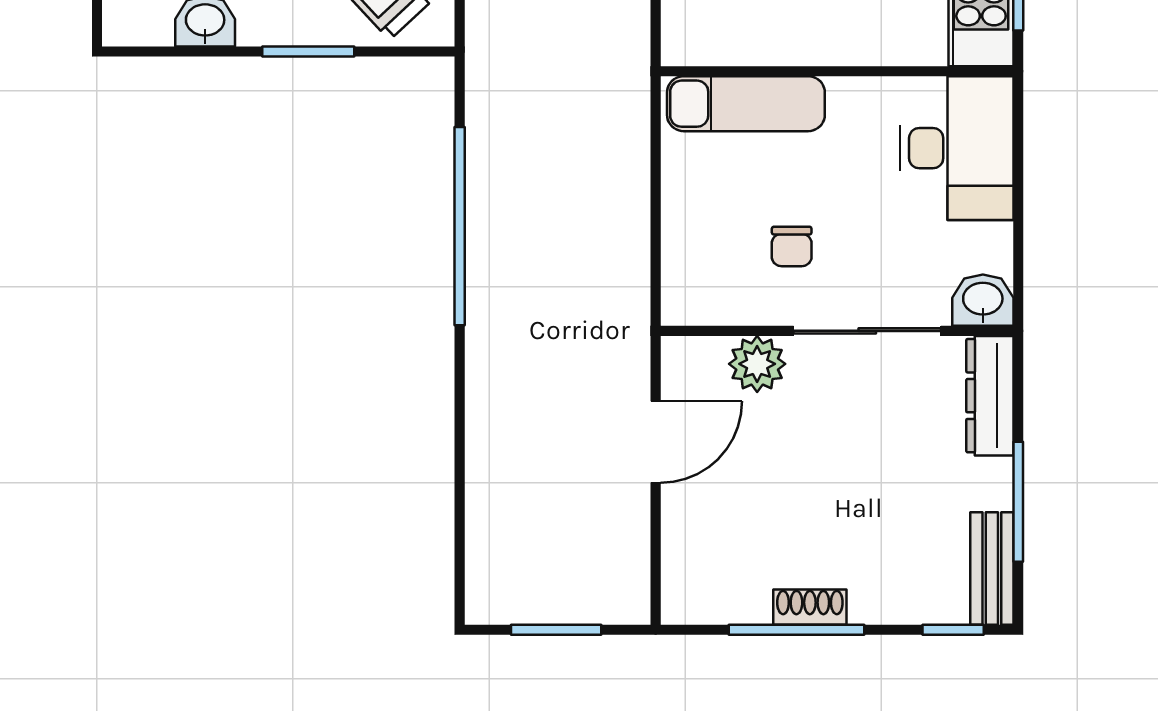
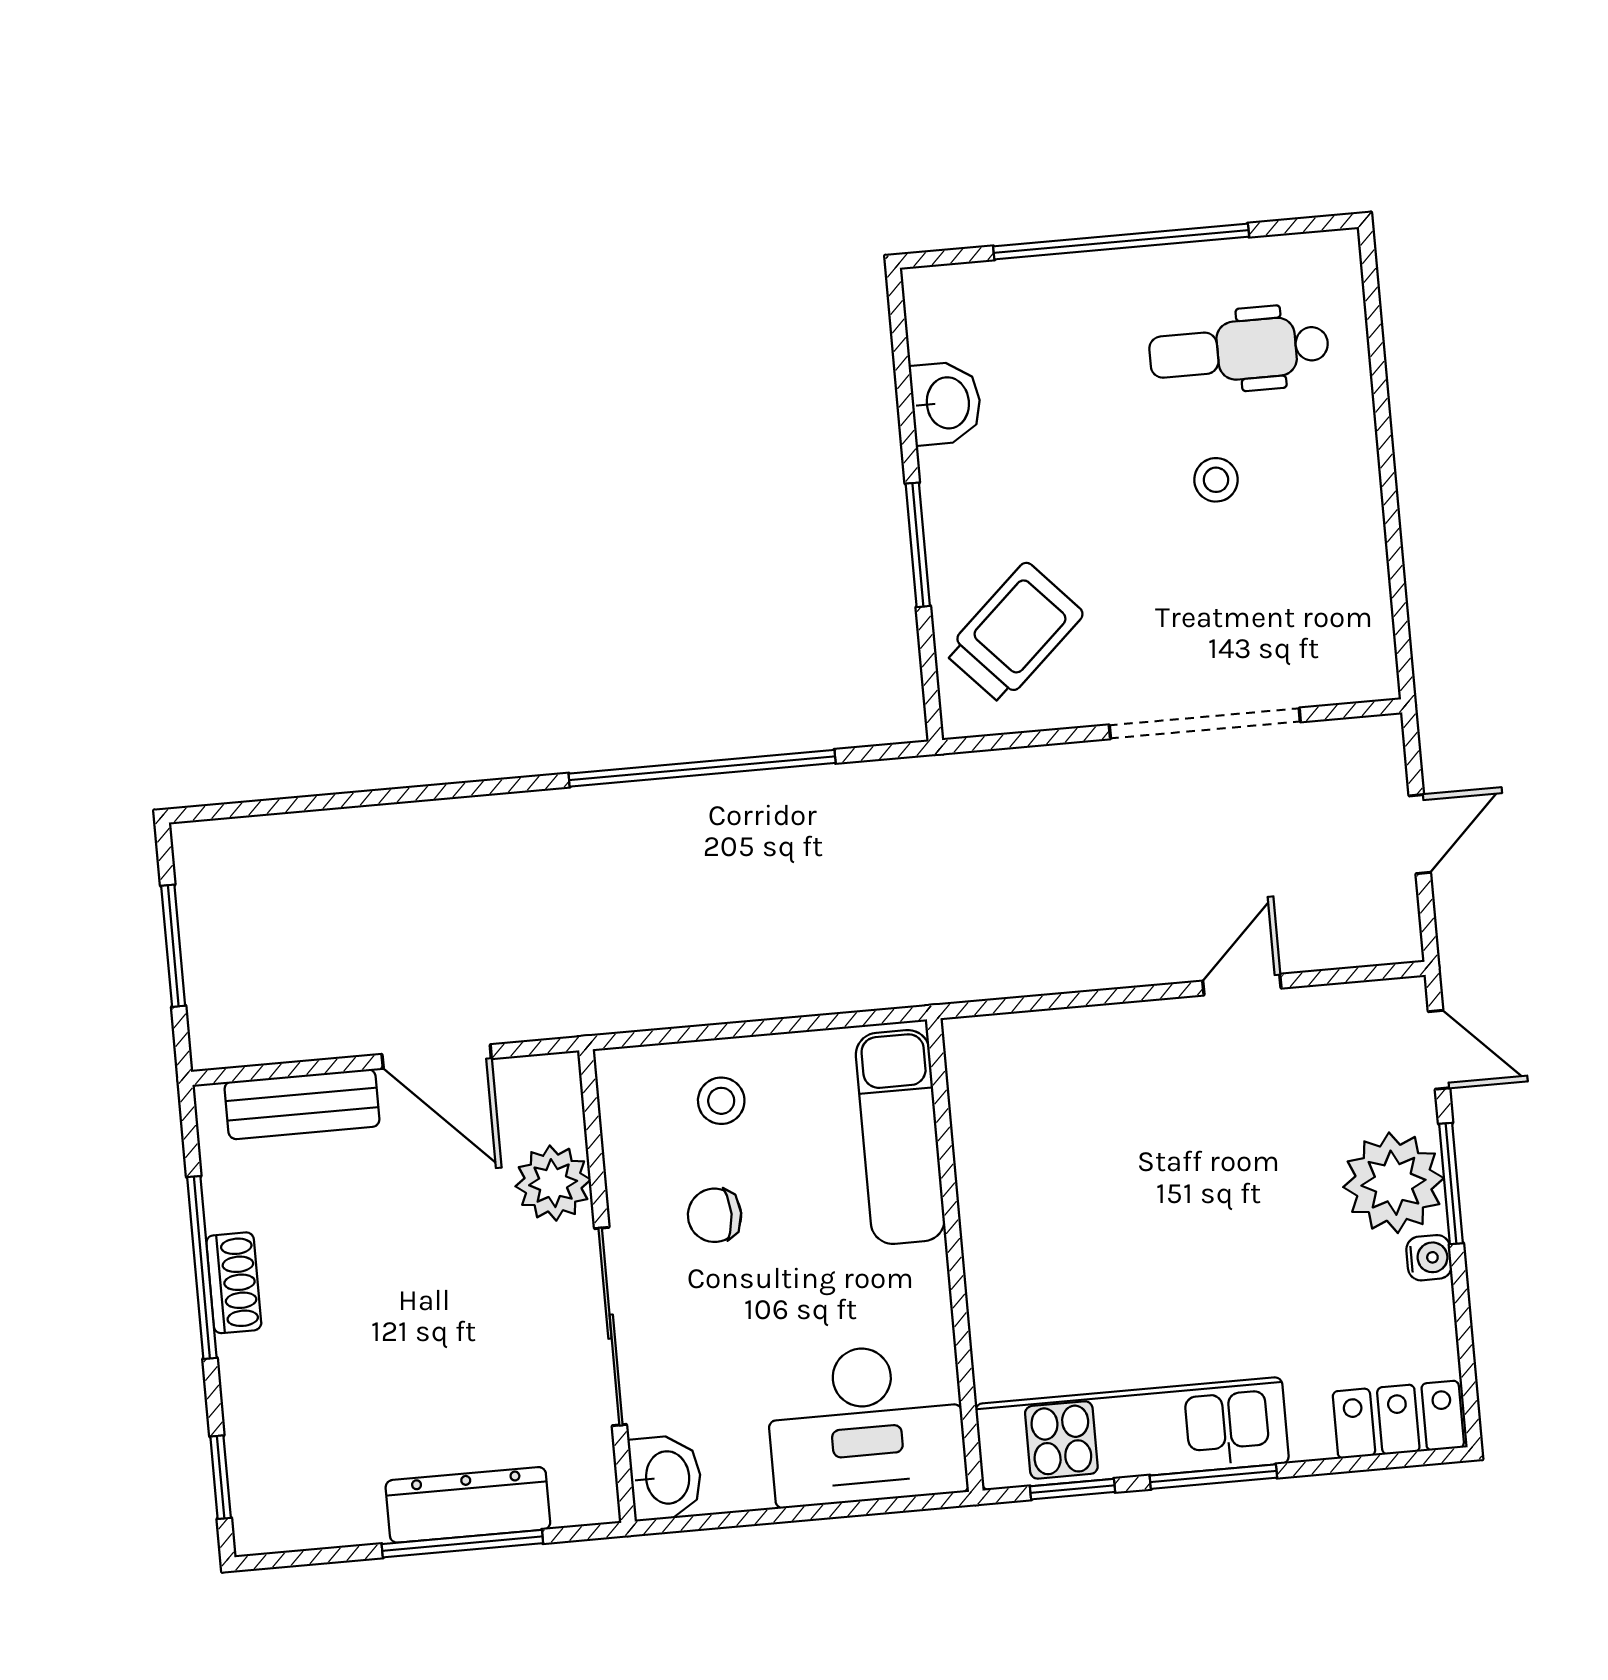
stool: (707, 234) -> (721, 1101), added
dresser: (990, 396) -> (468, 1505), moved
window: (1018, 502) -> (462, 1544), moved
bench: (992, 569) -> (302, 1104), moved

